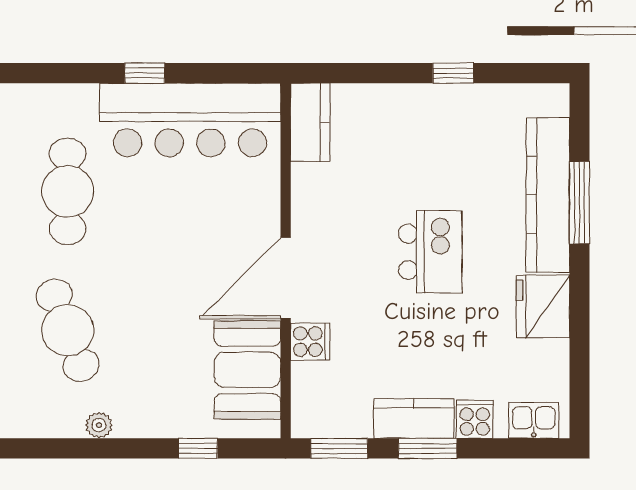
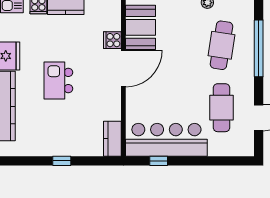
window: (145, 73) -> (159, 161), moved
window: (453, 73) -> (62, 161), moved
cafe table: (68, 330) -> (221, 45), turned 30

